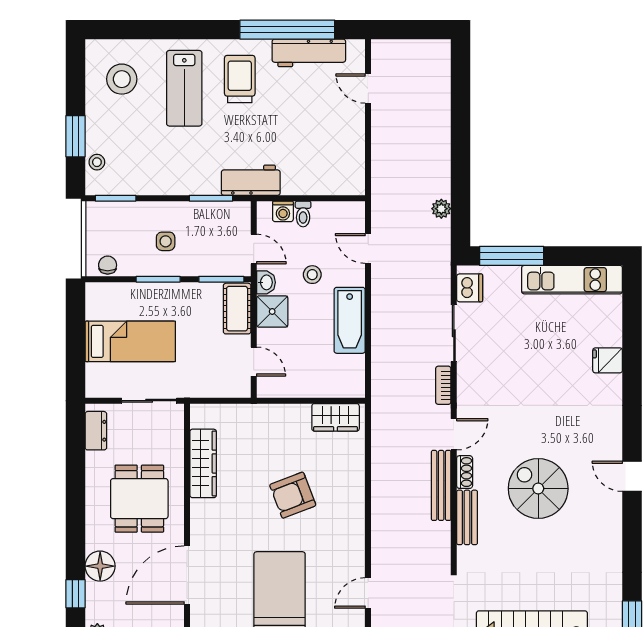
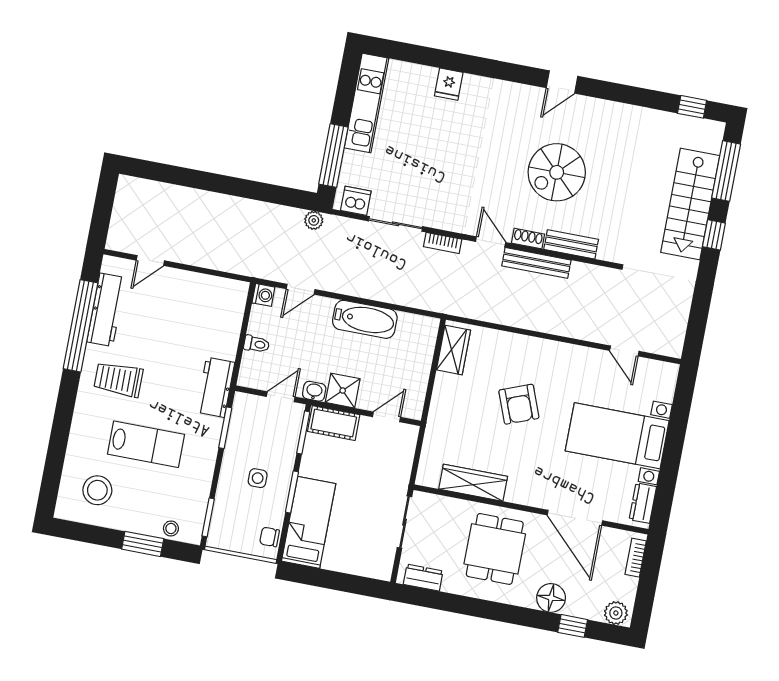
lab bench: (184, 88) -> (146, 444), moved
plant: (441, 209) -> (314, 220), moved
washing machine: (283, 211) -> (263, 295), moved
stool: (312, 275) -> (315, 346), removed
bed: (130, 341) -> (309, 522), moved
dining table: (139, 499) -> (495, 549), turned 90

